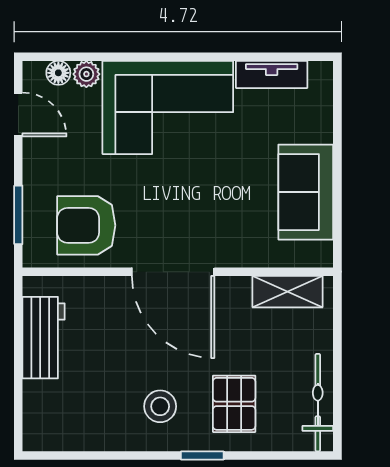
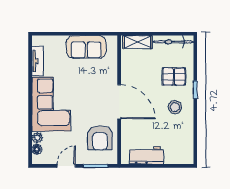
door: (18, 115) -> (66, 166), moved
door: (173, 272) -> (119, 102), hinge flipped
shelving: (288, 292) -> (137, 42), moved, turned 90

